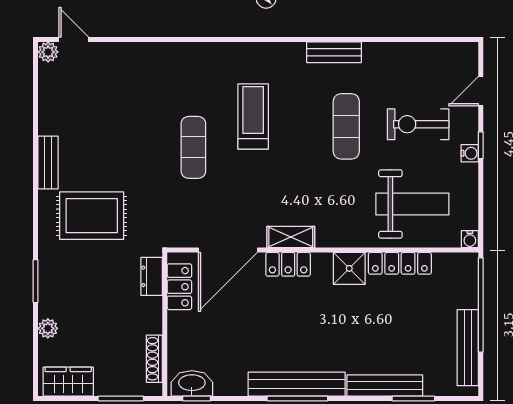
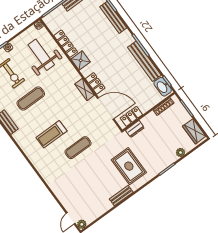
bench: (297, 384) -> (144, 61), moved

